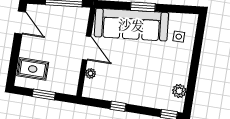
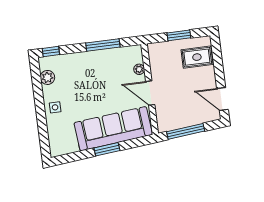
side table: (179, 37) -> (55, 107), moved
window: (118, 106) -> (103, 45), width x2.17

